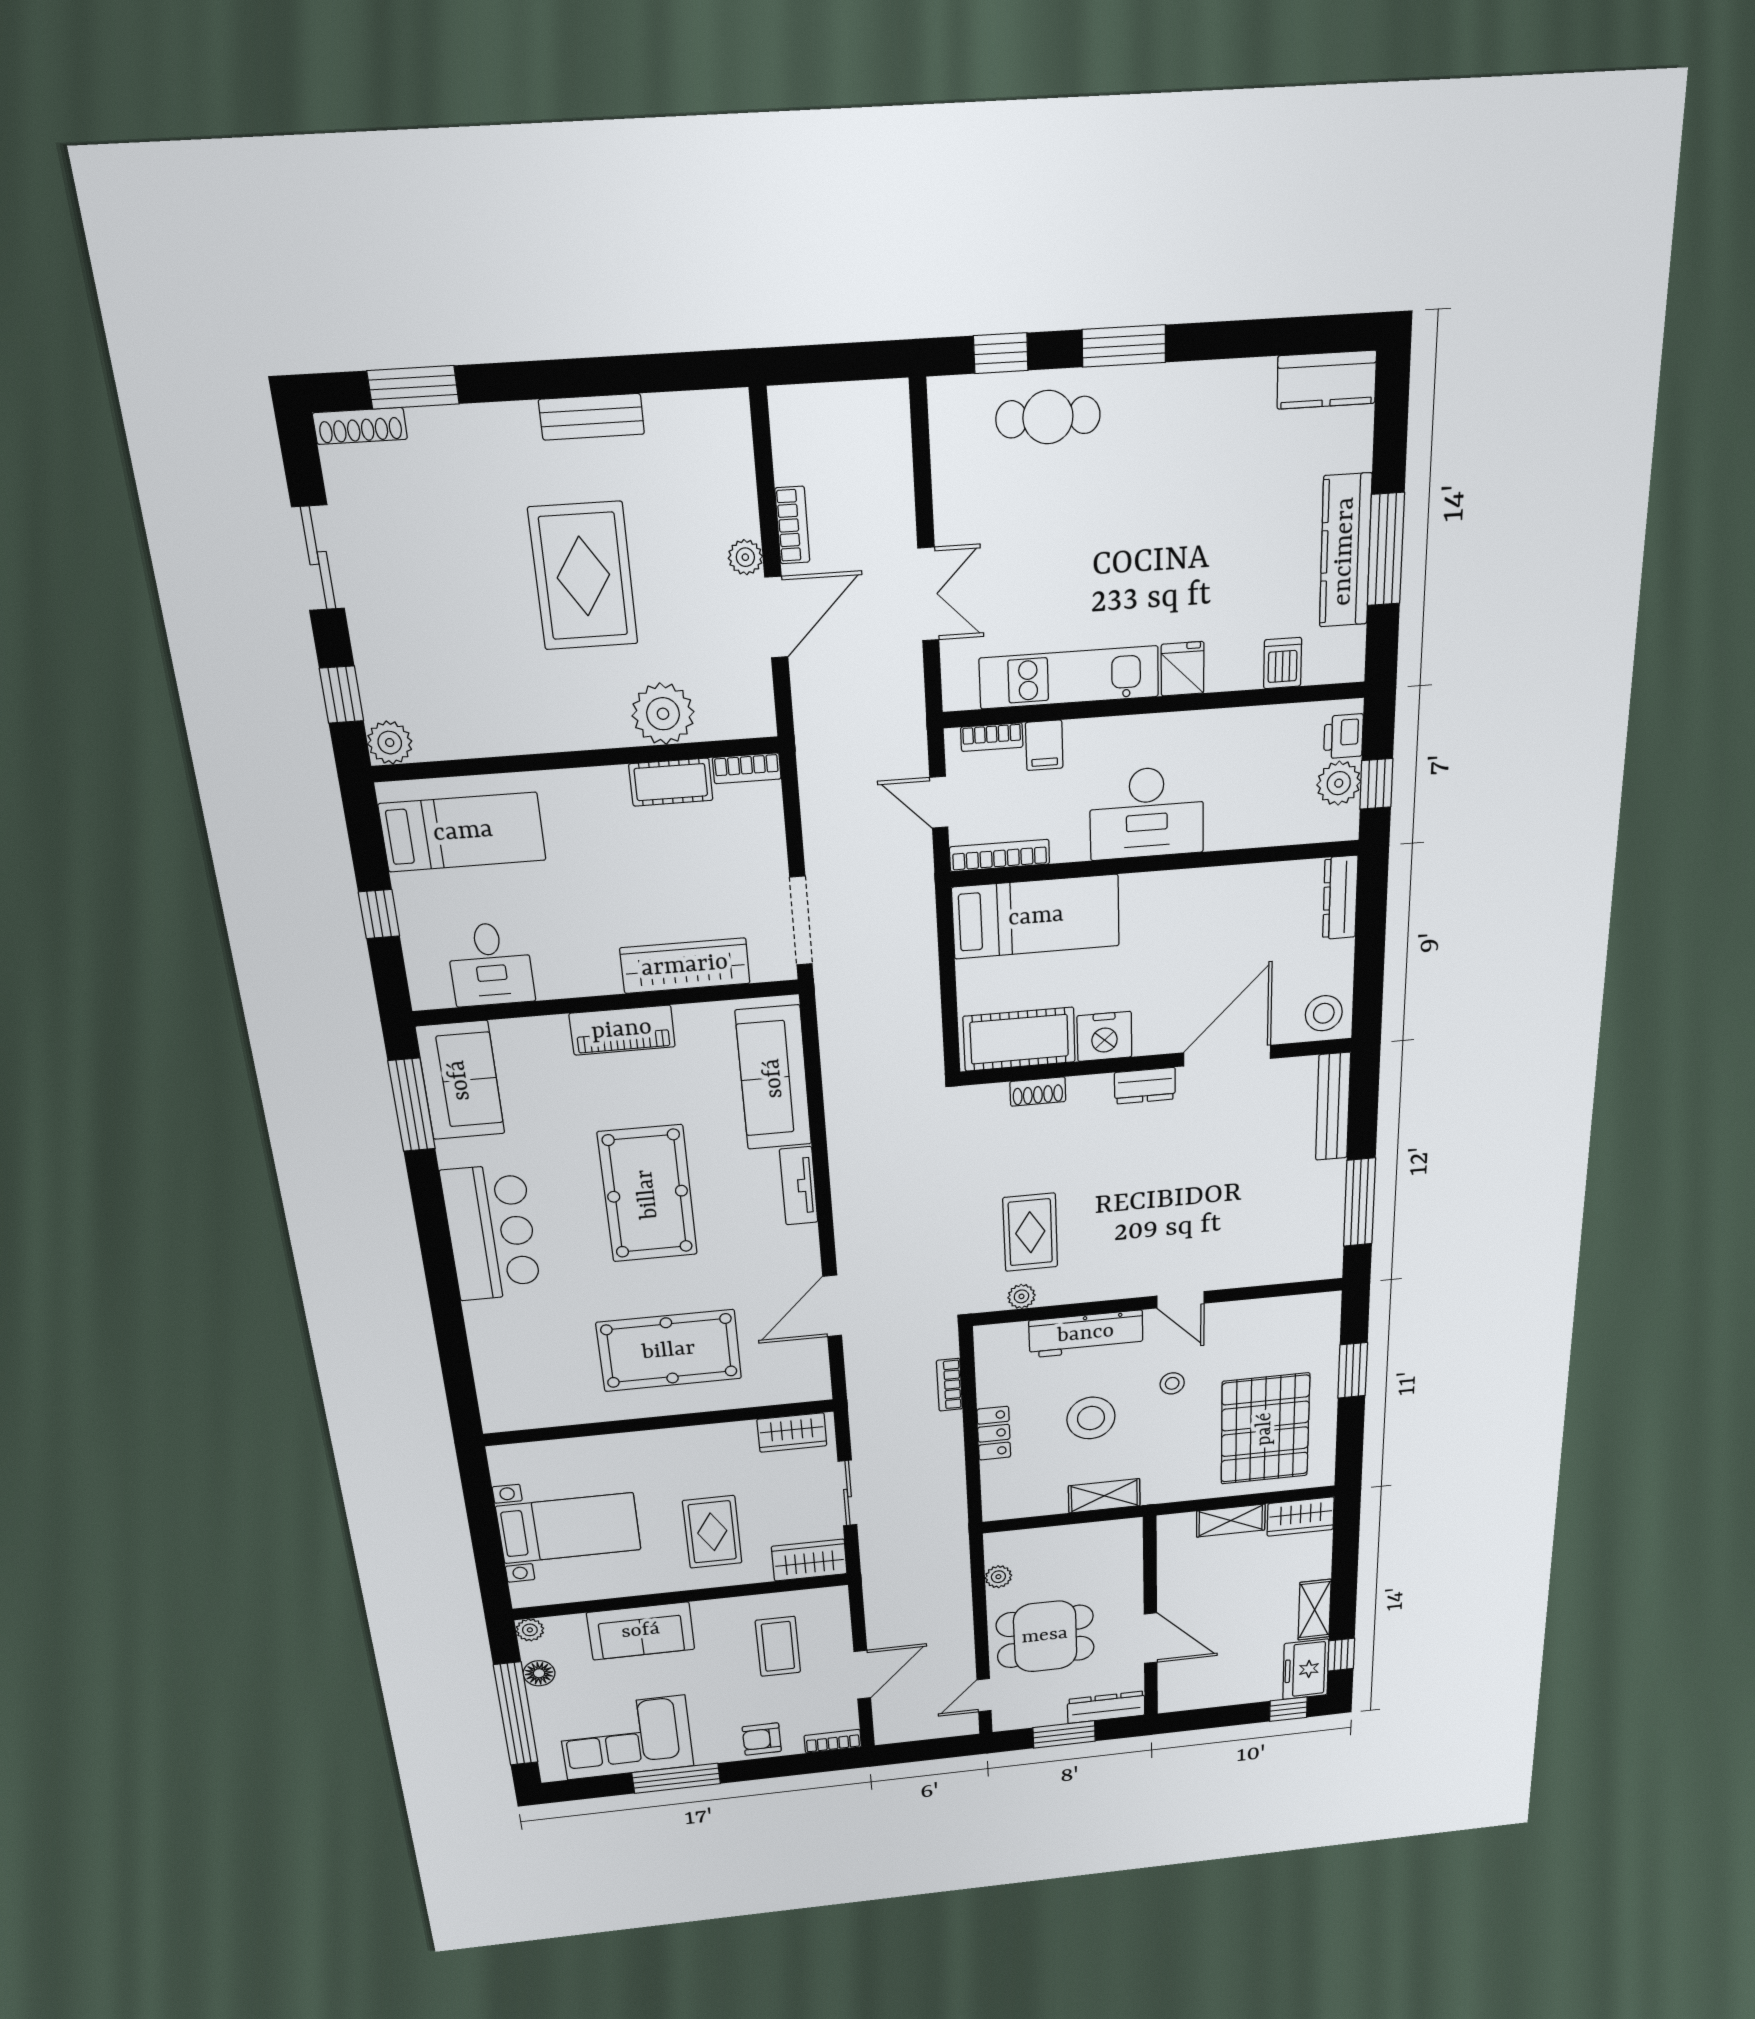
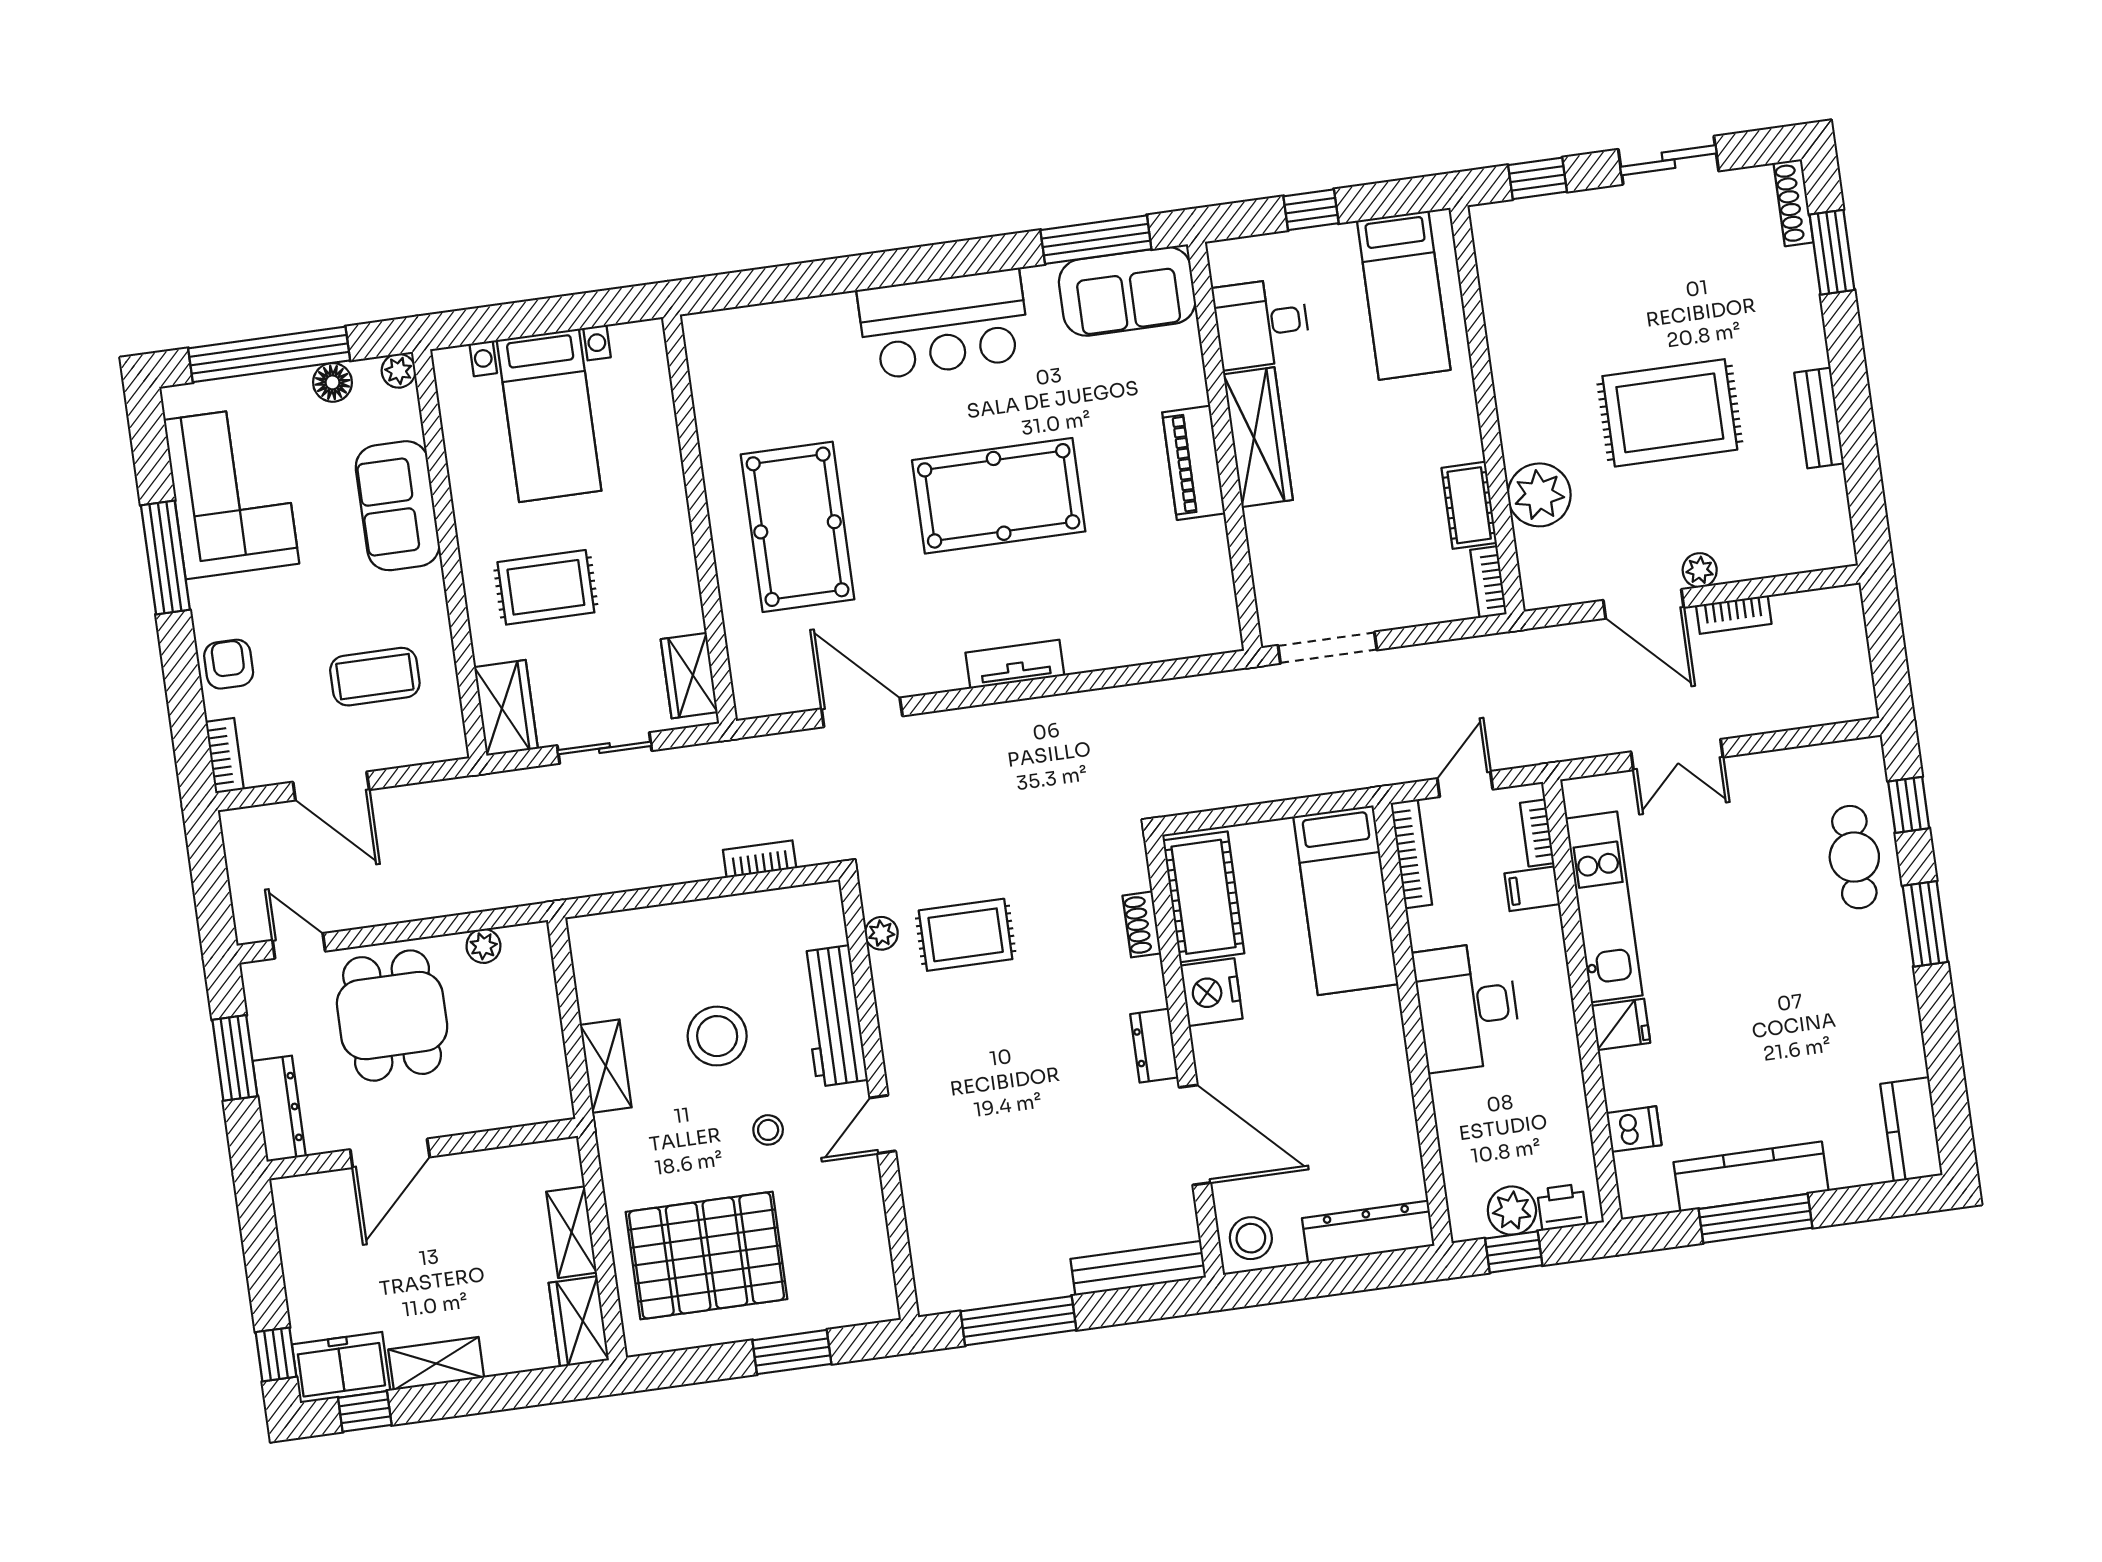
plant: (390, 743) -> (1492, 224), removed
dresser: (1340, 898) -> (1368, 1232), width x1.37, depth x1.24
wardrobe: (685, 966) -> (1258, 437), moved
sofa: (774, 1078) -> (1145, 629), removed
locker: (994, 1433) -> (693, 919), removed

